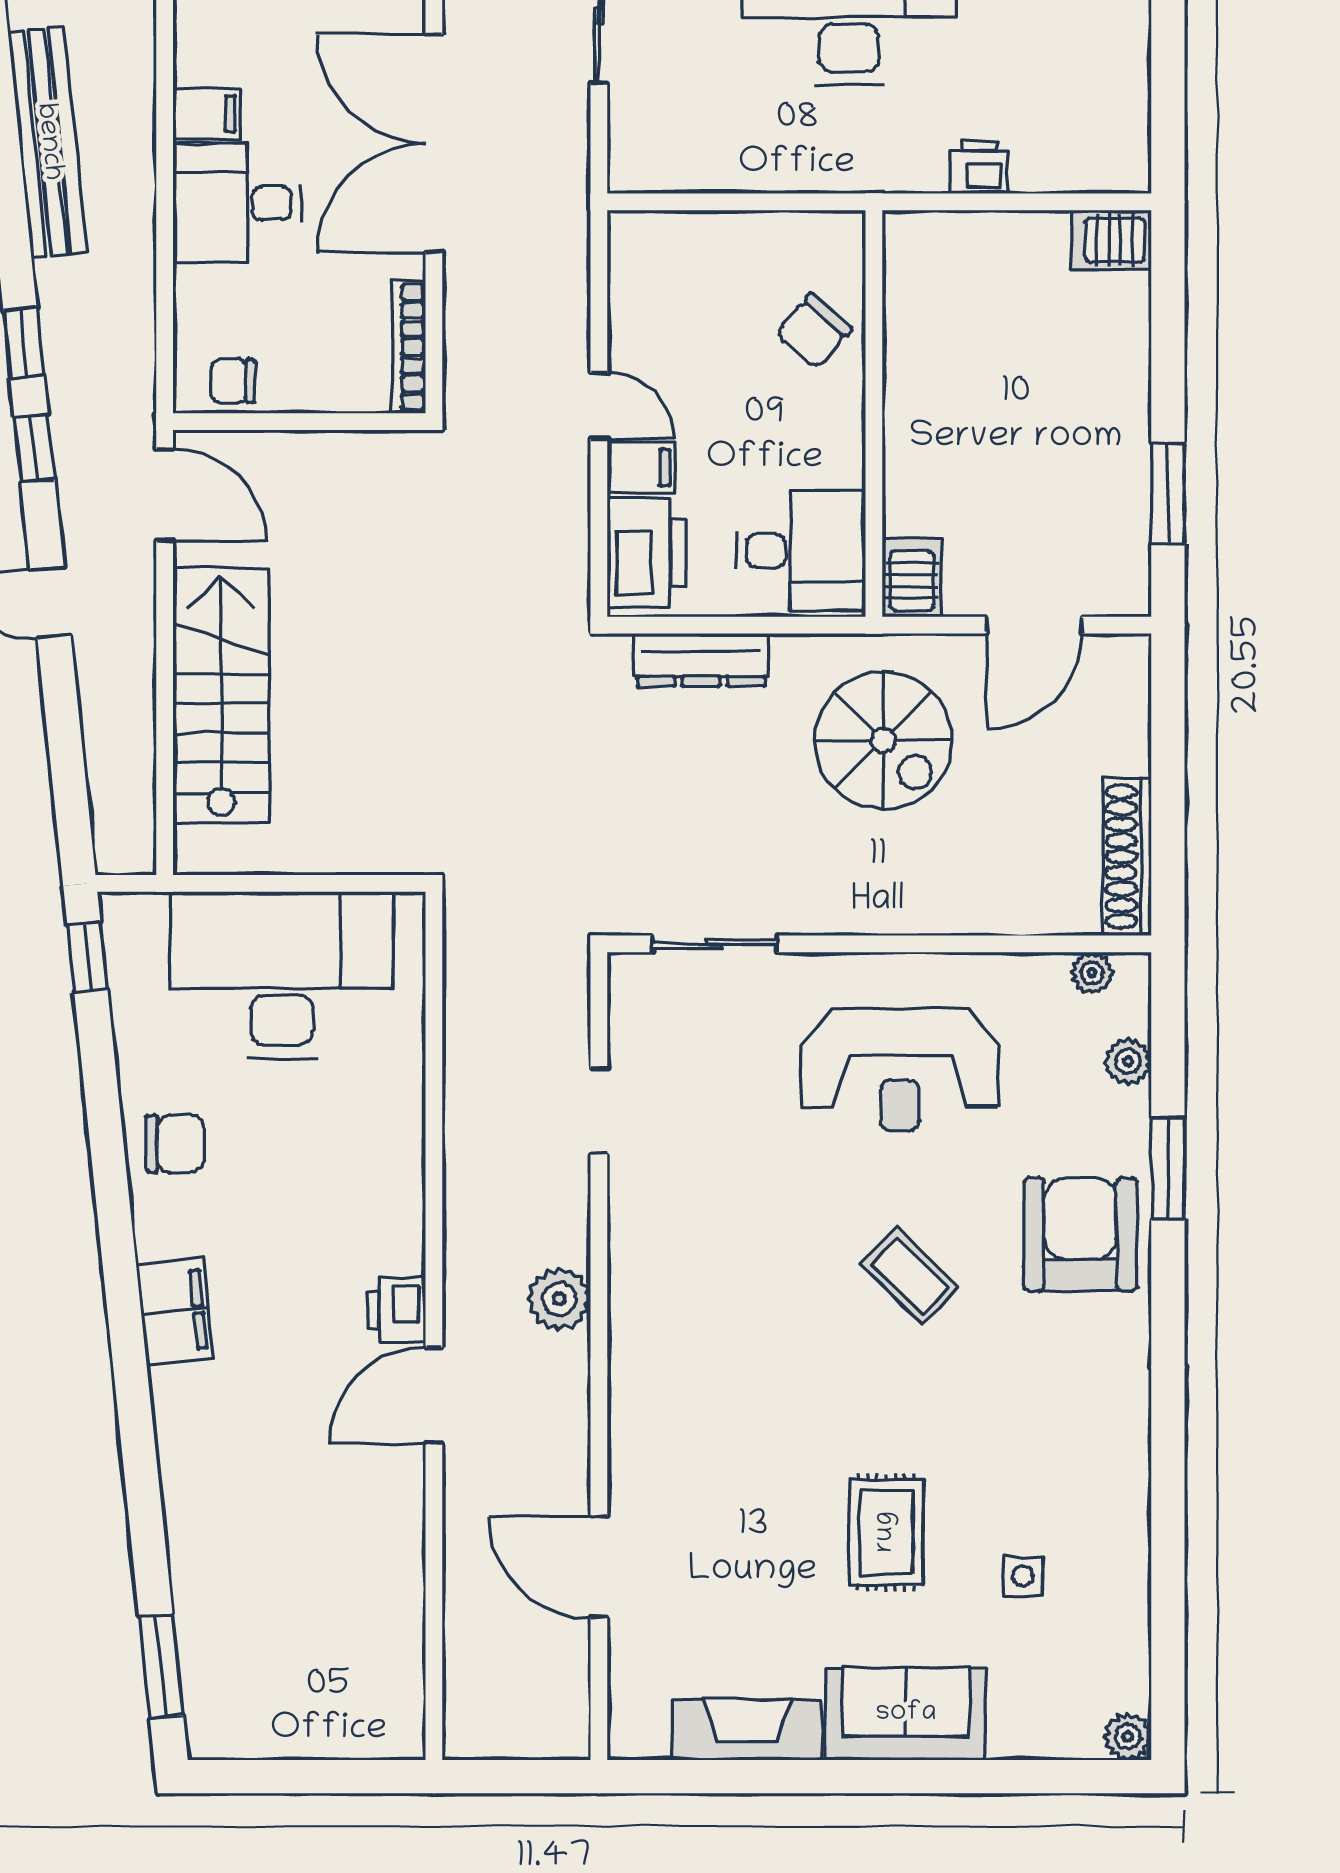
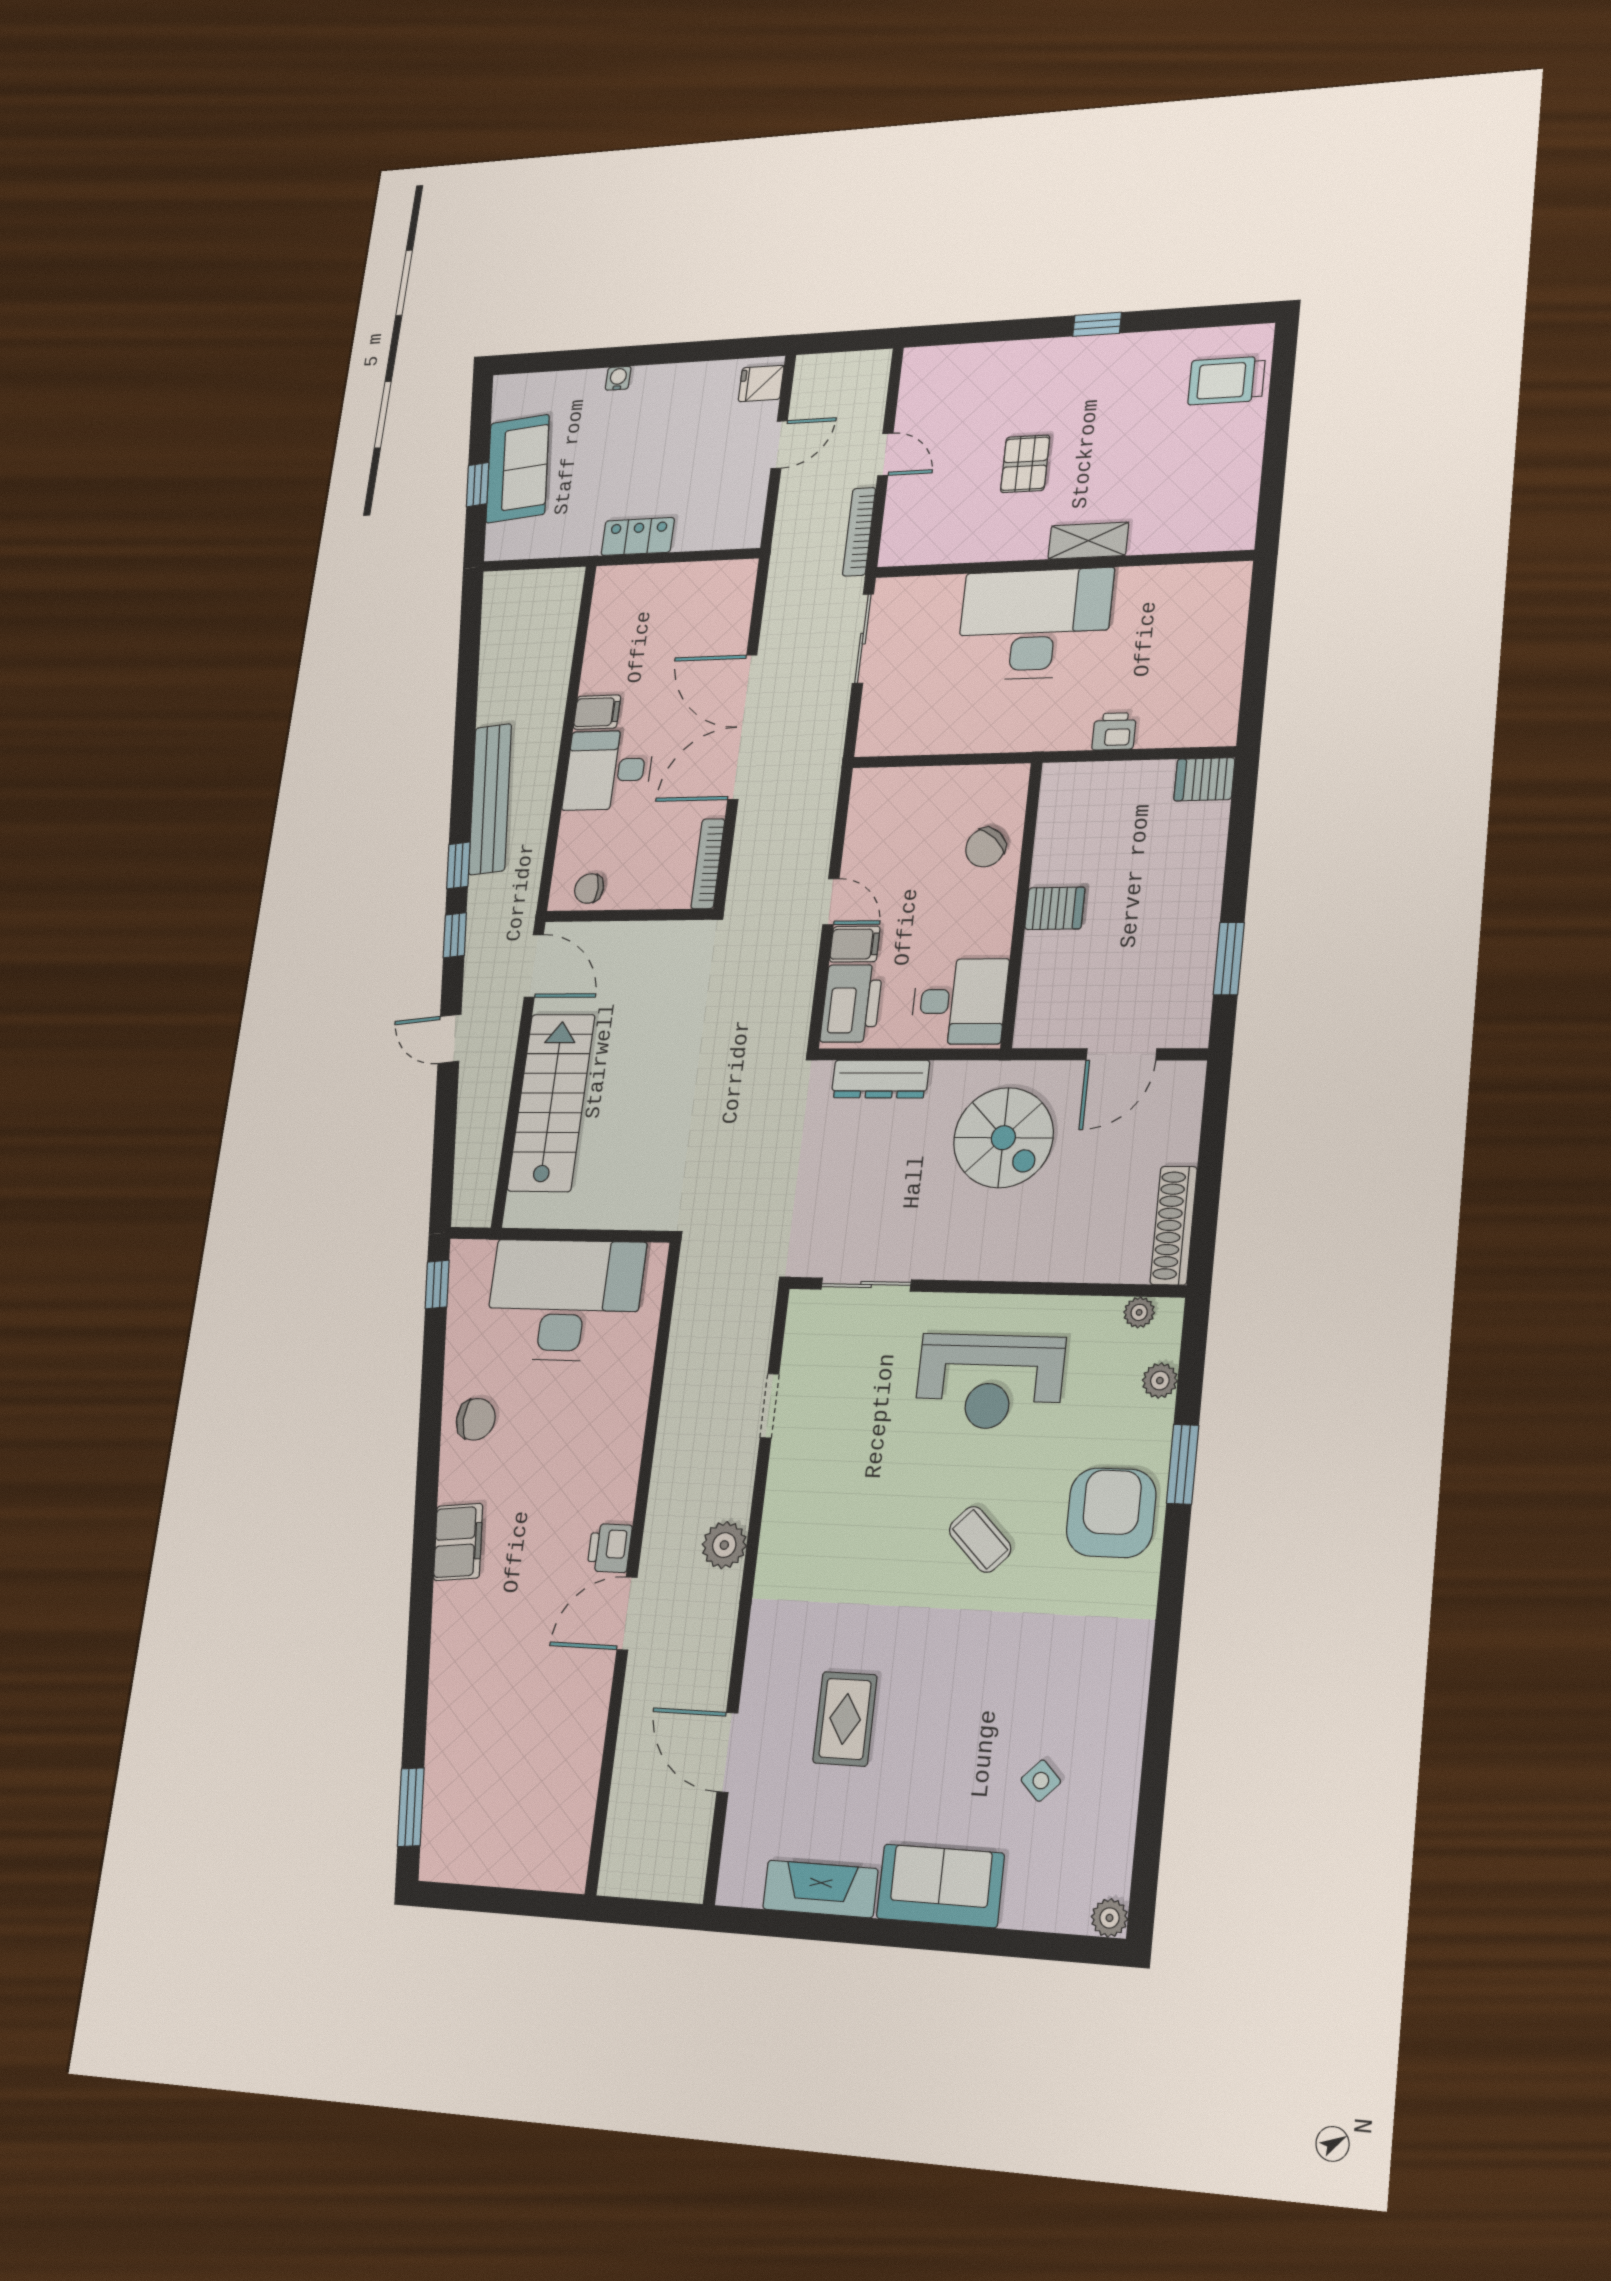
bench: (48, 142) -> (490, 799), moved
server rack: (912, 577) -> (1055, 908), moved, turned 90
rug: (886, 1532) -> (845, 1719), moved
side table: (1023, 1576) -> (1041, 1781), turned 45

